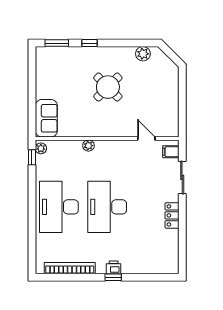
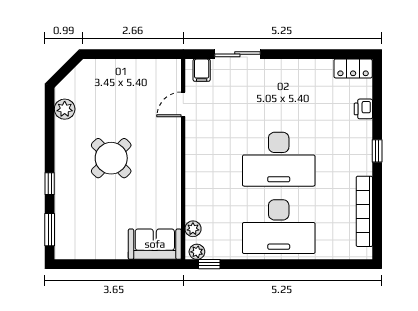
plant: (88, 146) -> (193, 229), moved
locker: (172, 215) -> (353, 68), moved
printer: (114, 267) -> (363, 109), moved

